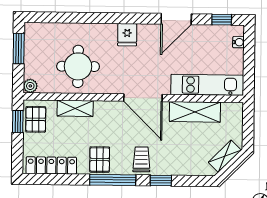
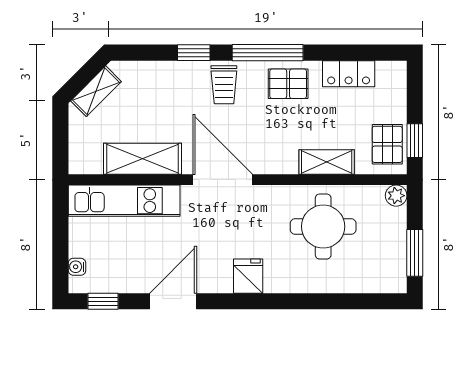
pallet: (100, 160) -> (288, 84), turned 90
locker: (51, 165) -> (349, 74), width x0.66

